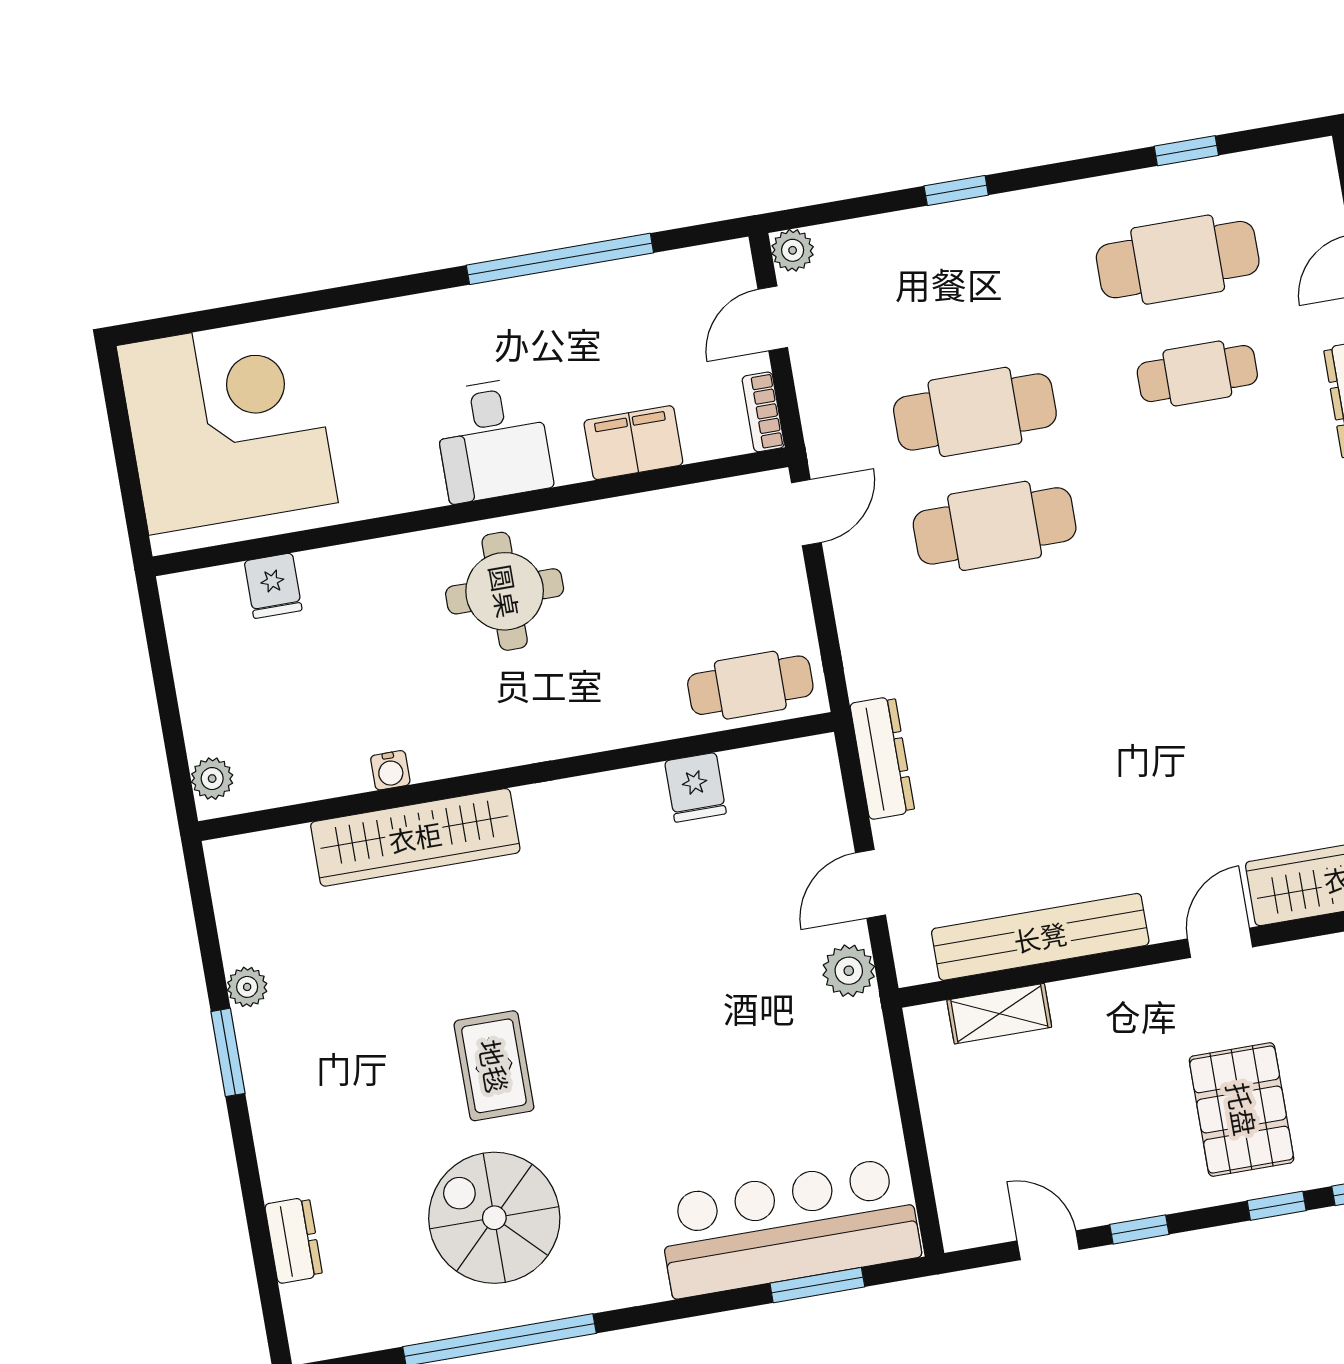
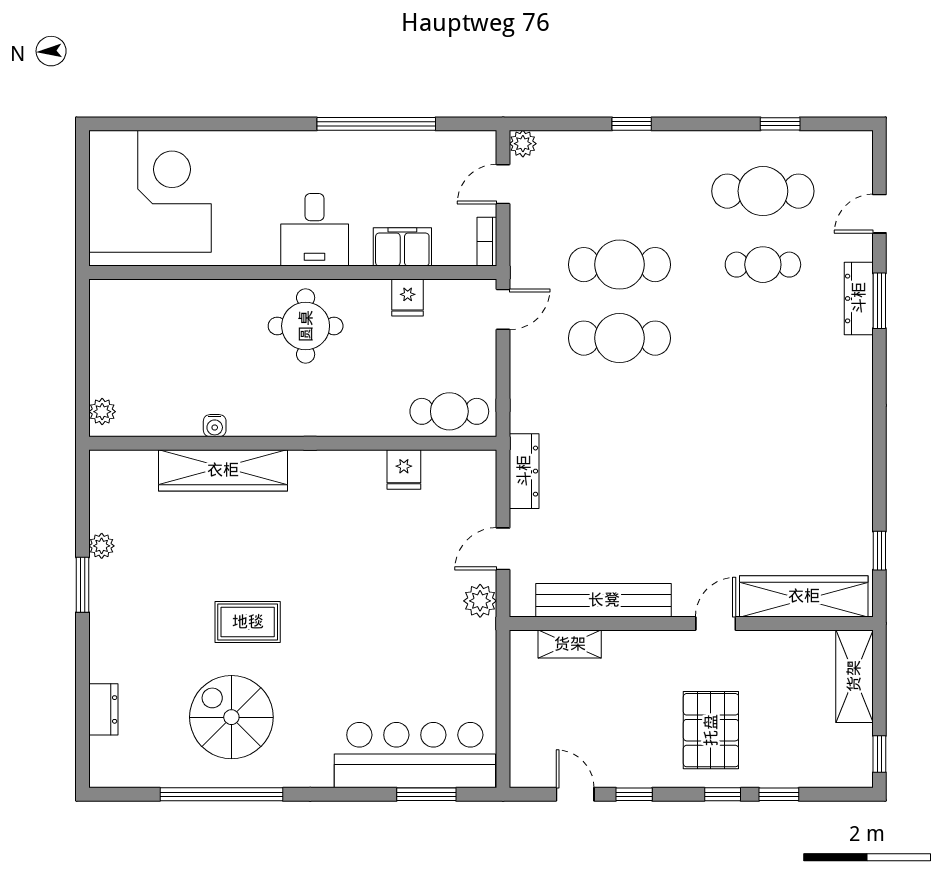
fridge: (273, 586) -> (408, 297), moved
rug: (494, 1066) -> (248, 622), turned 90

